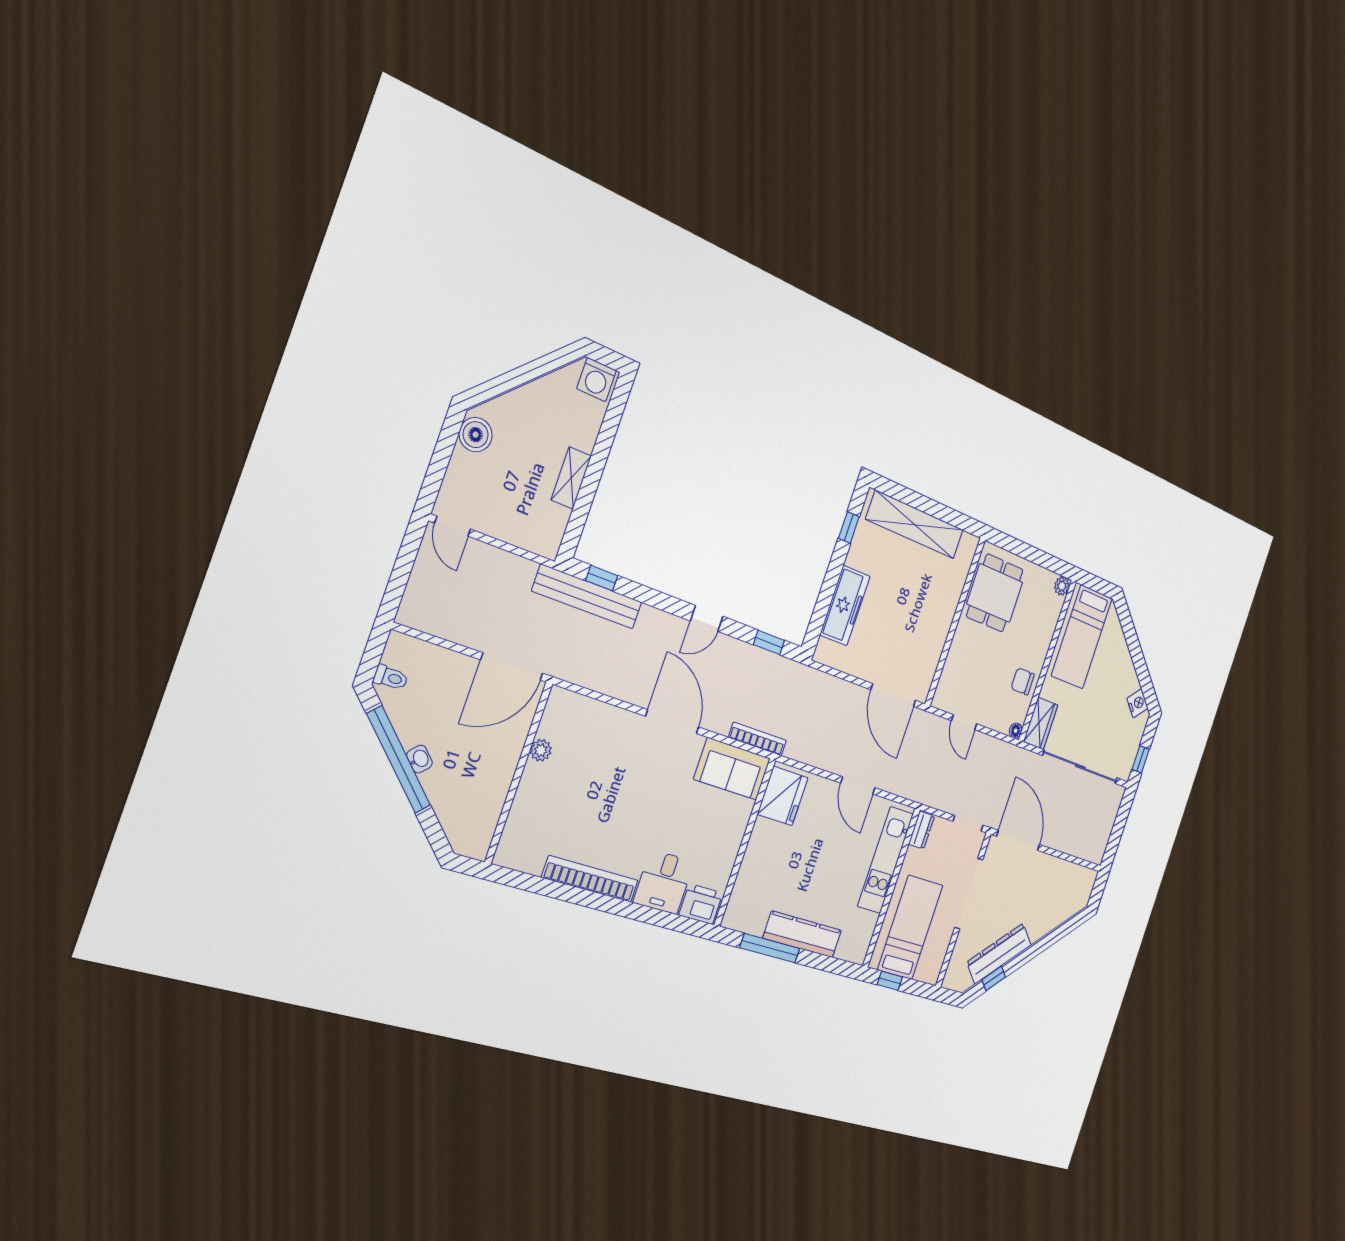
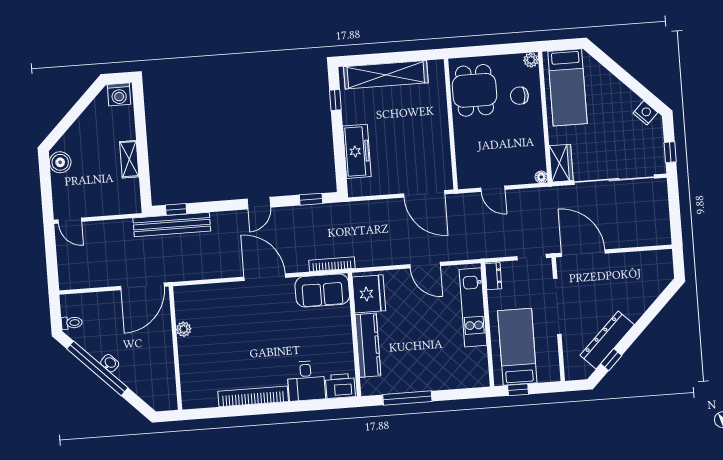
chair: (1023, 681) -> (519, 96), moved
kitchen counter: (802, 934) -> (368, 345), moved, turned 90

